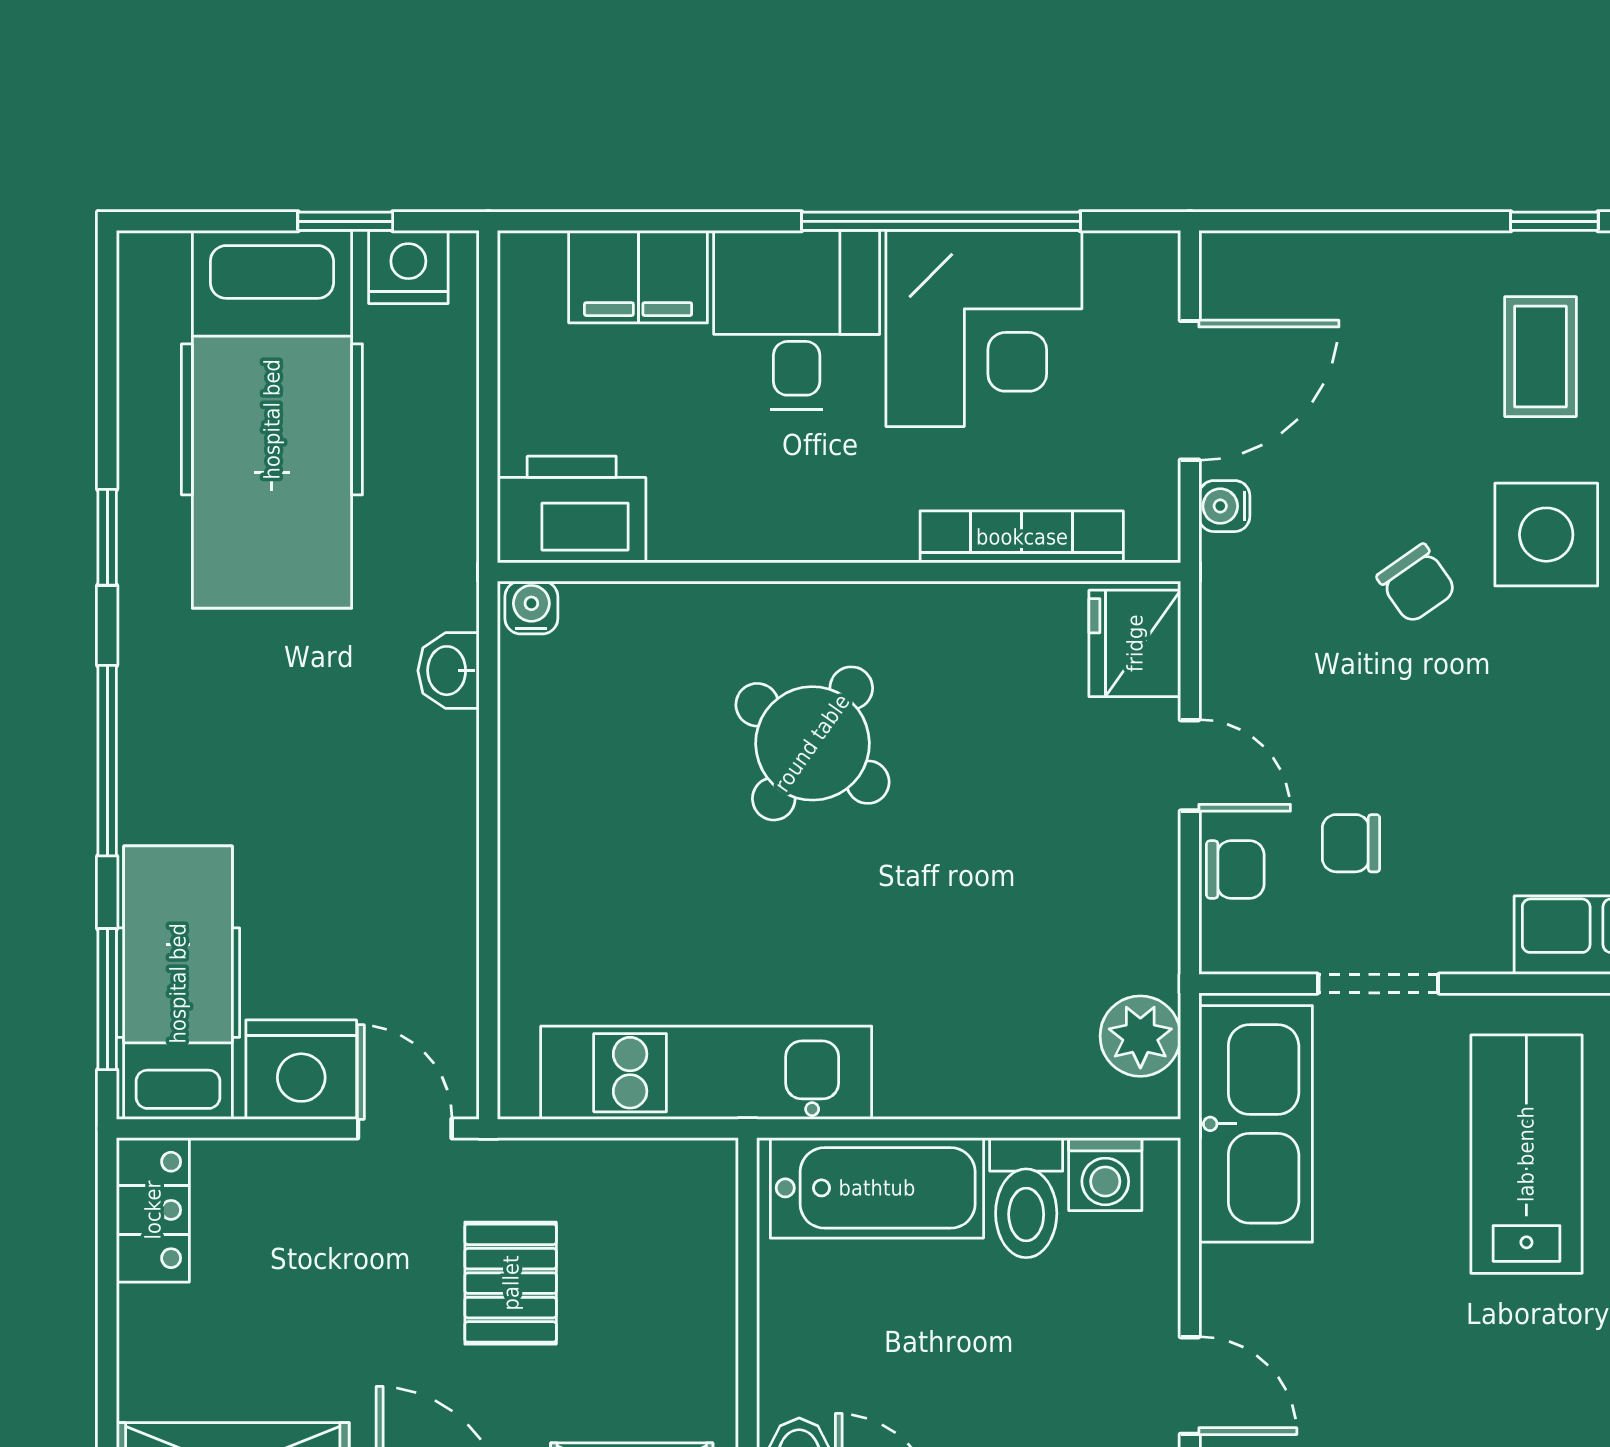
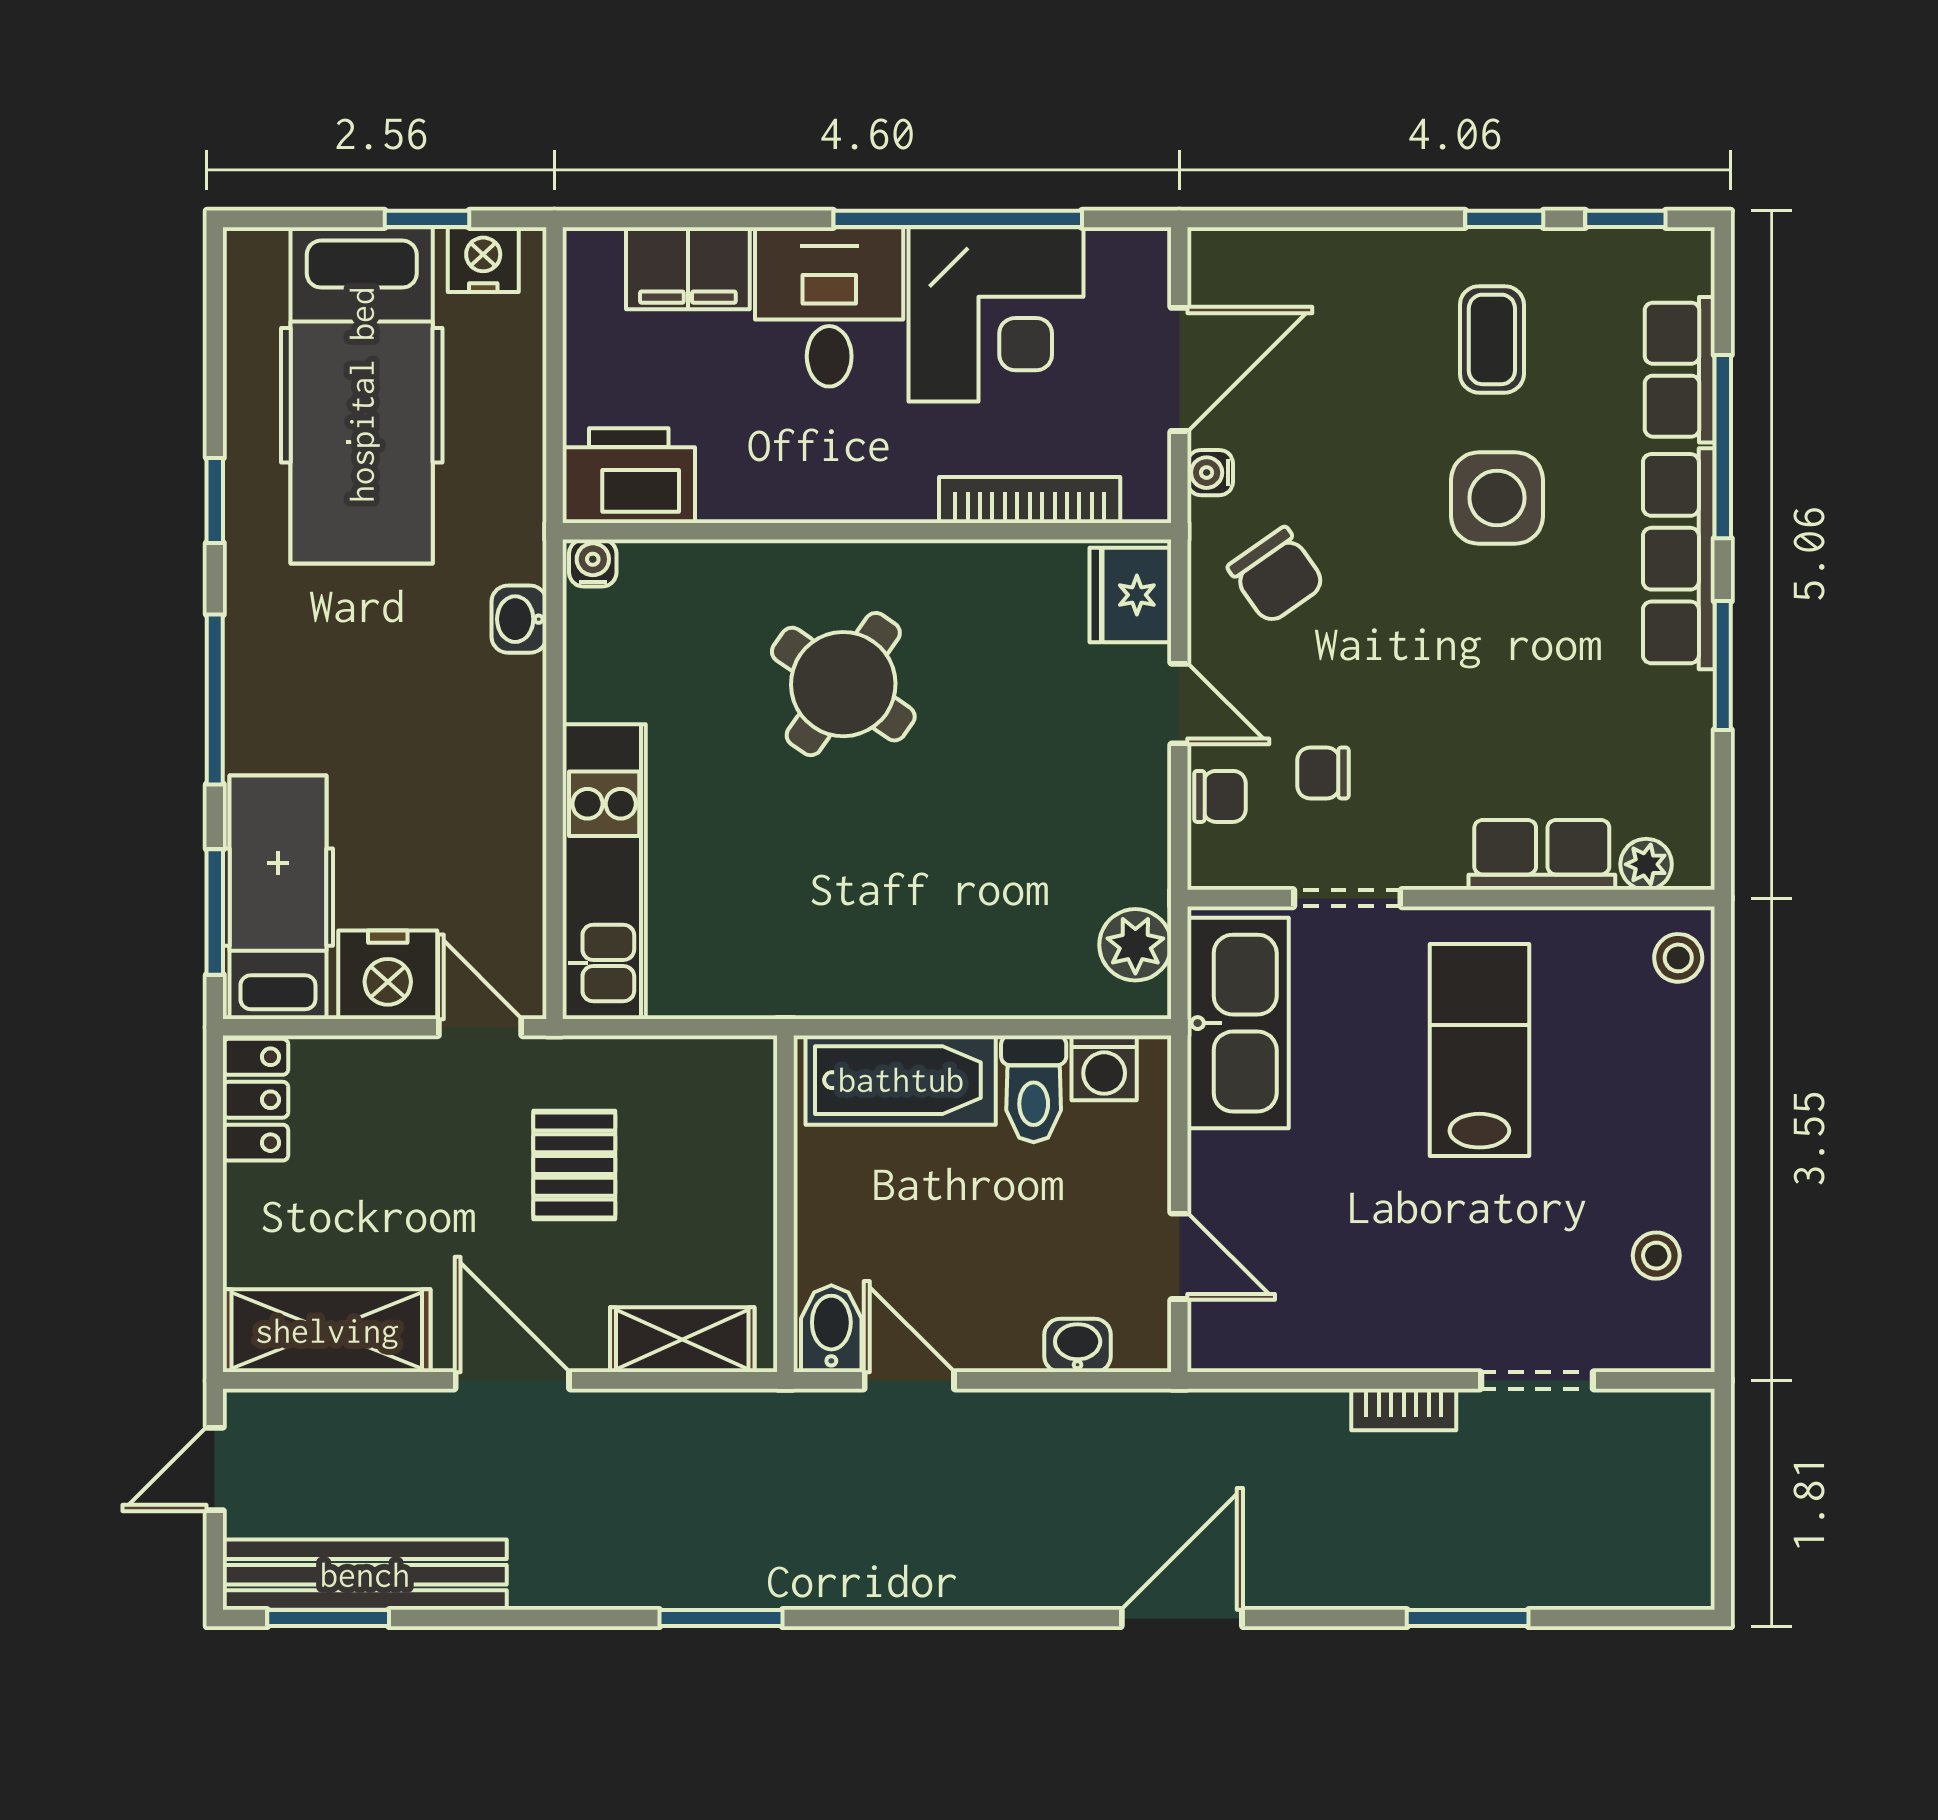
chair: (1417, 584) -> (1276, 576), moved, width x1.37, depth x1.37
kitchen unit: (706, 1073) -> (604, 872), moved, turned 90

